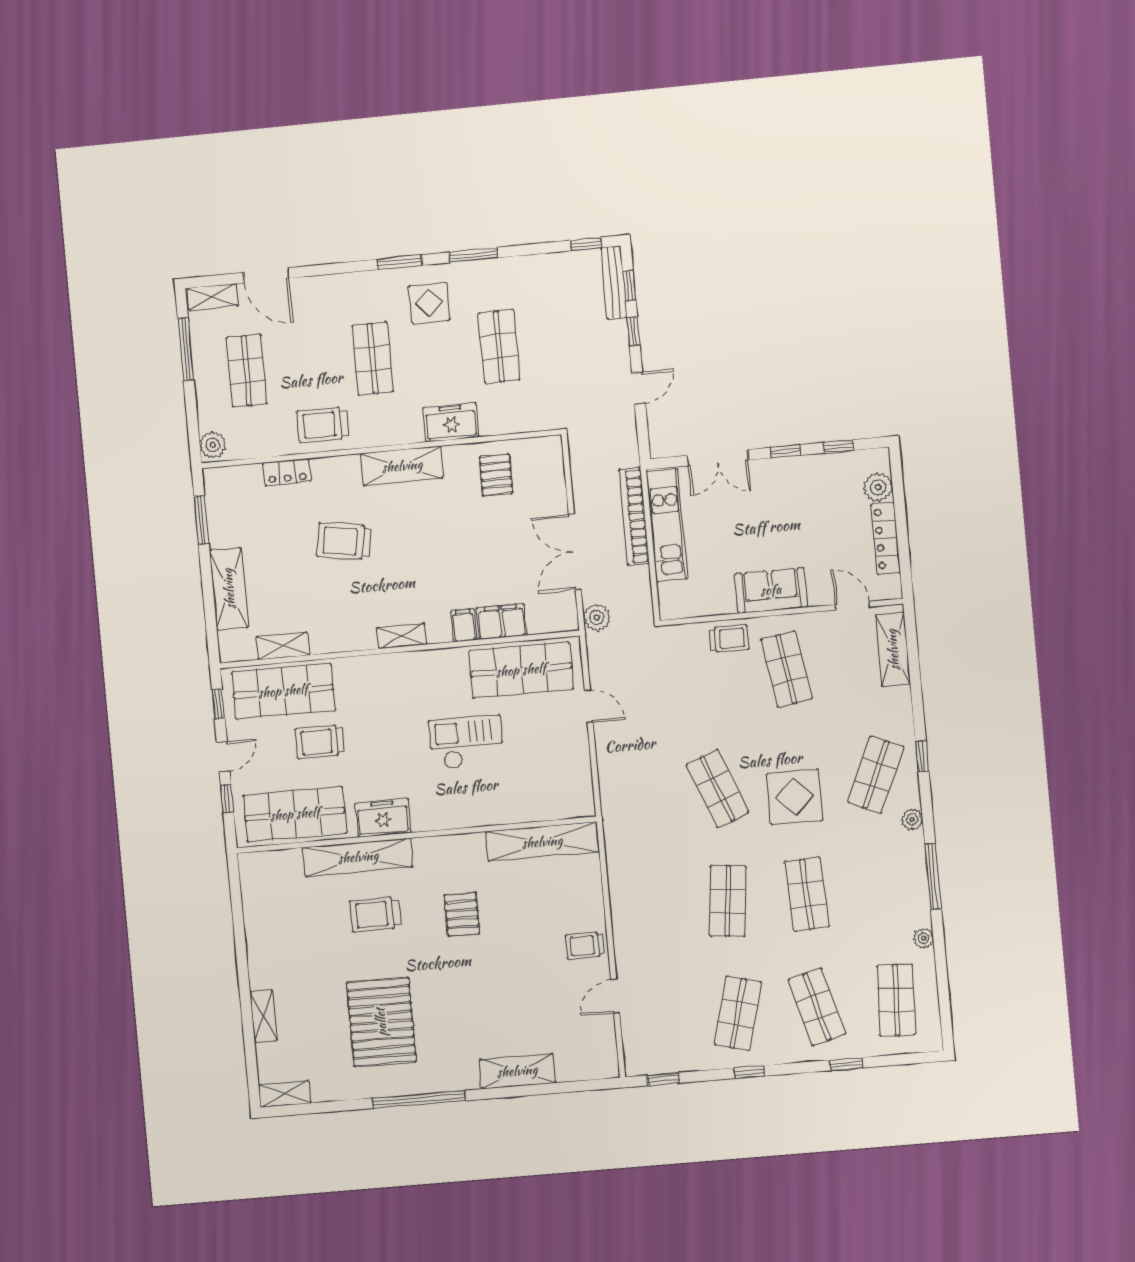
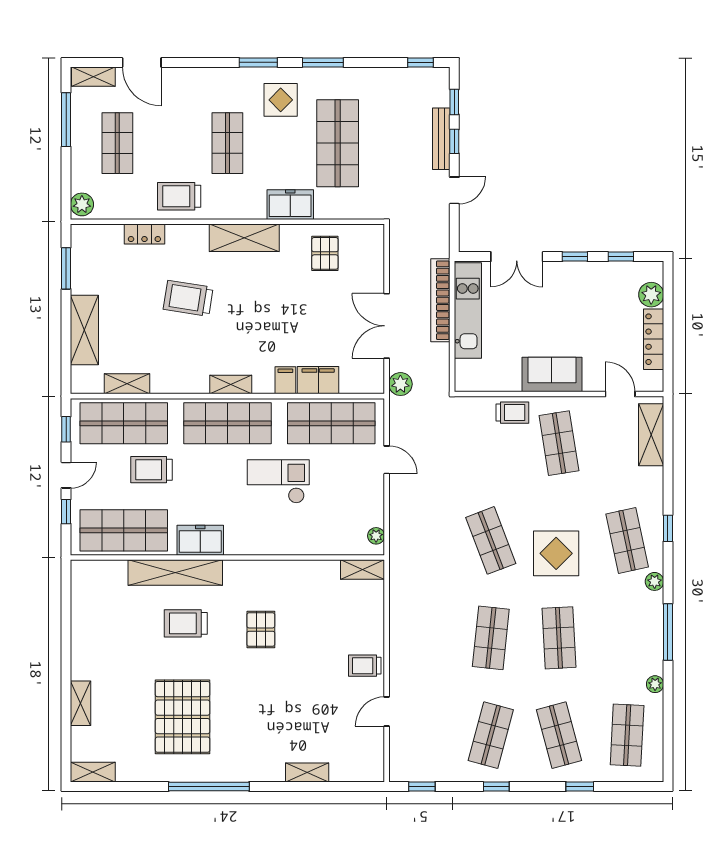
bench: (614, 282) -> (441, 139), moved
shop shelf: (499, 346) -> (338, 143), width x1.43, depth x1.36
shop shelf: (402, 681) -> (227, 423), added
shop shelf: (876, 775) -> (627, 540), turned -36
plant: (585, 795) -> (376, 536), added
shelving: (542, 842) -> (363, 570), width x0.45, depth x0.75
shelving: (517, 1071) -> (307, 772), width x0.67, depth x0.75

